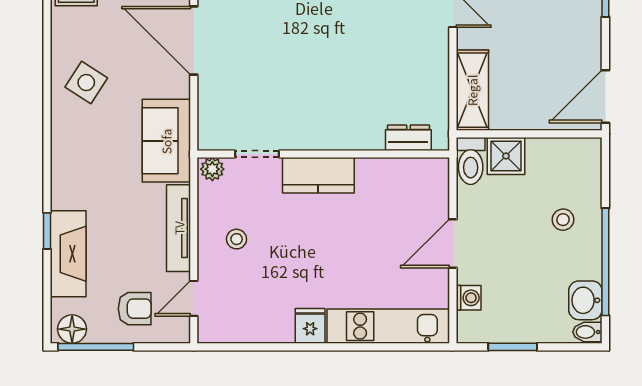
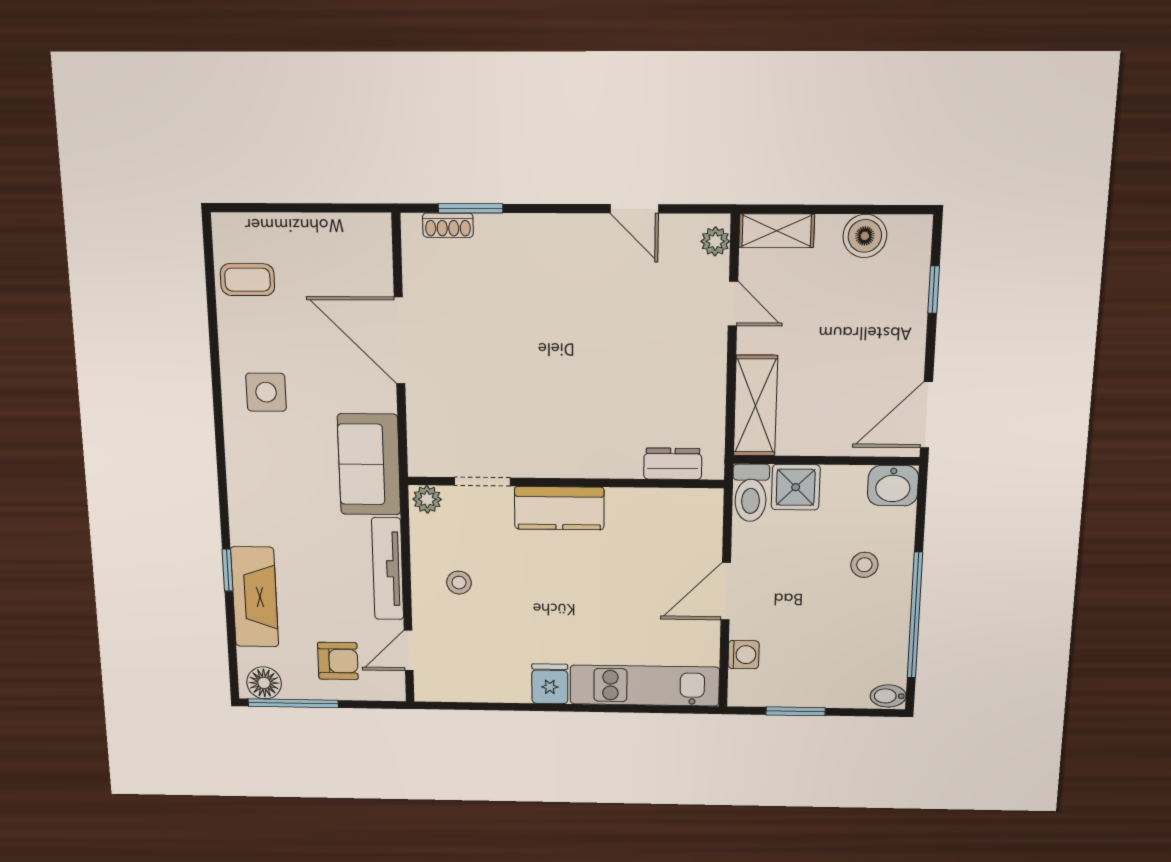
side table: (86, 83) -> (266, 392), turned -33
washbasin: (585, 300) -> (893, 486), moved, turned -90

